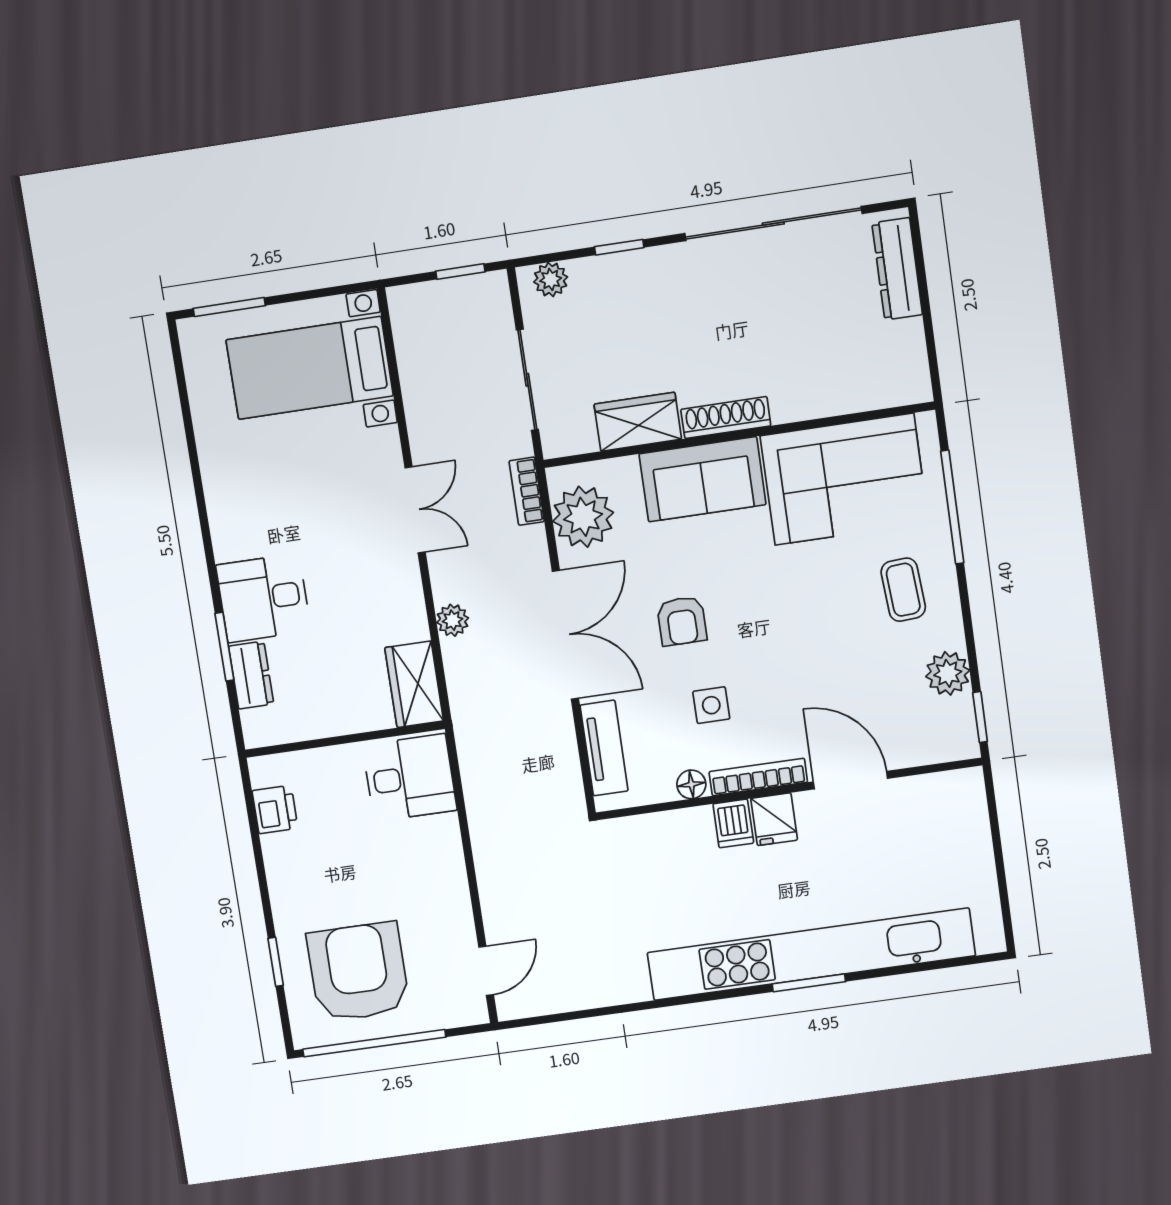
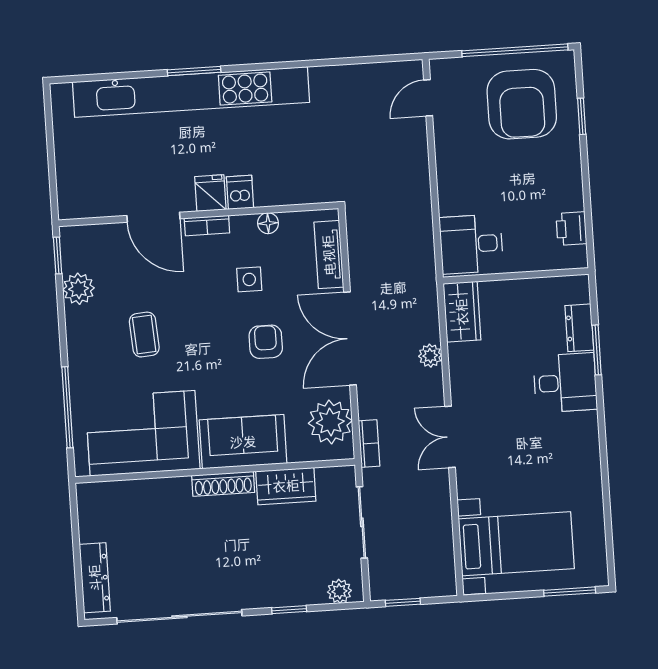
coffee table: (903, 590) -> (144, 335), moved
bookcase: (758, 777) -> (207, 226), width x0.64

